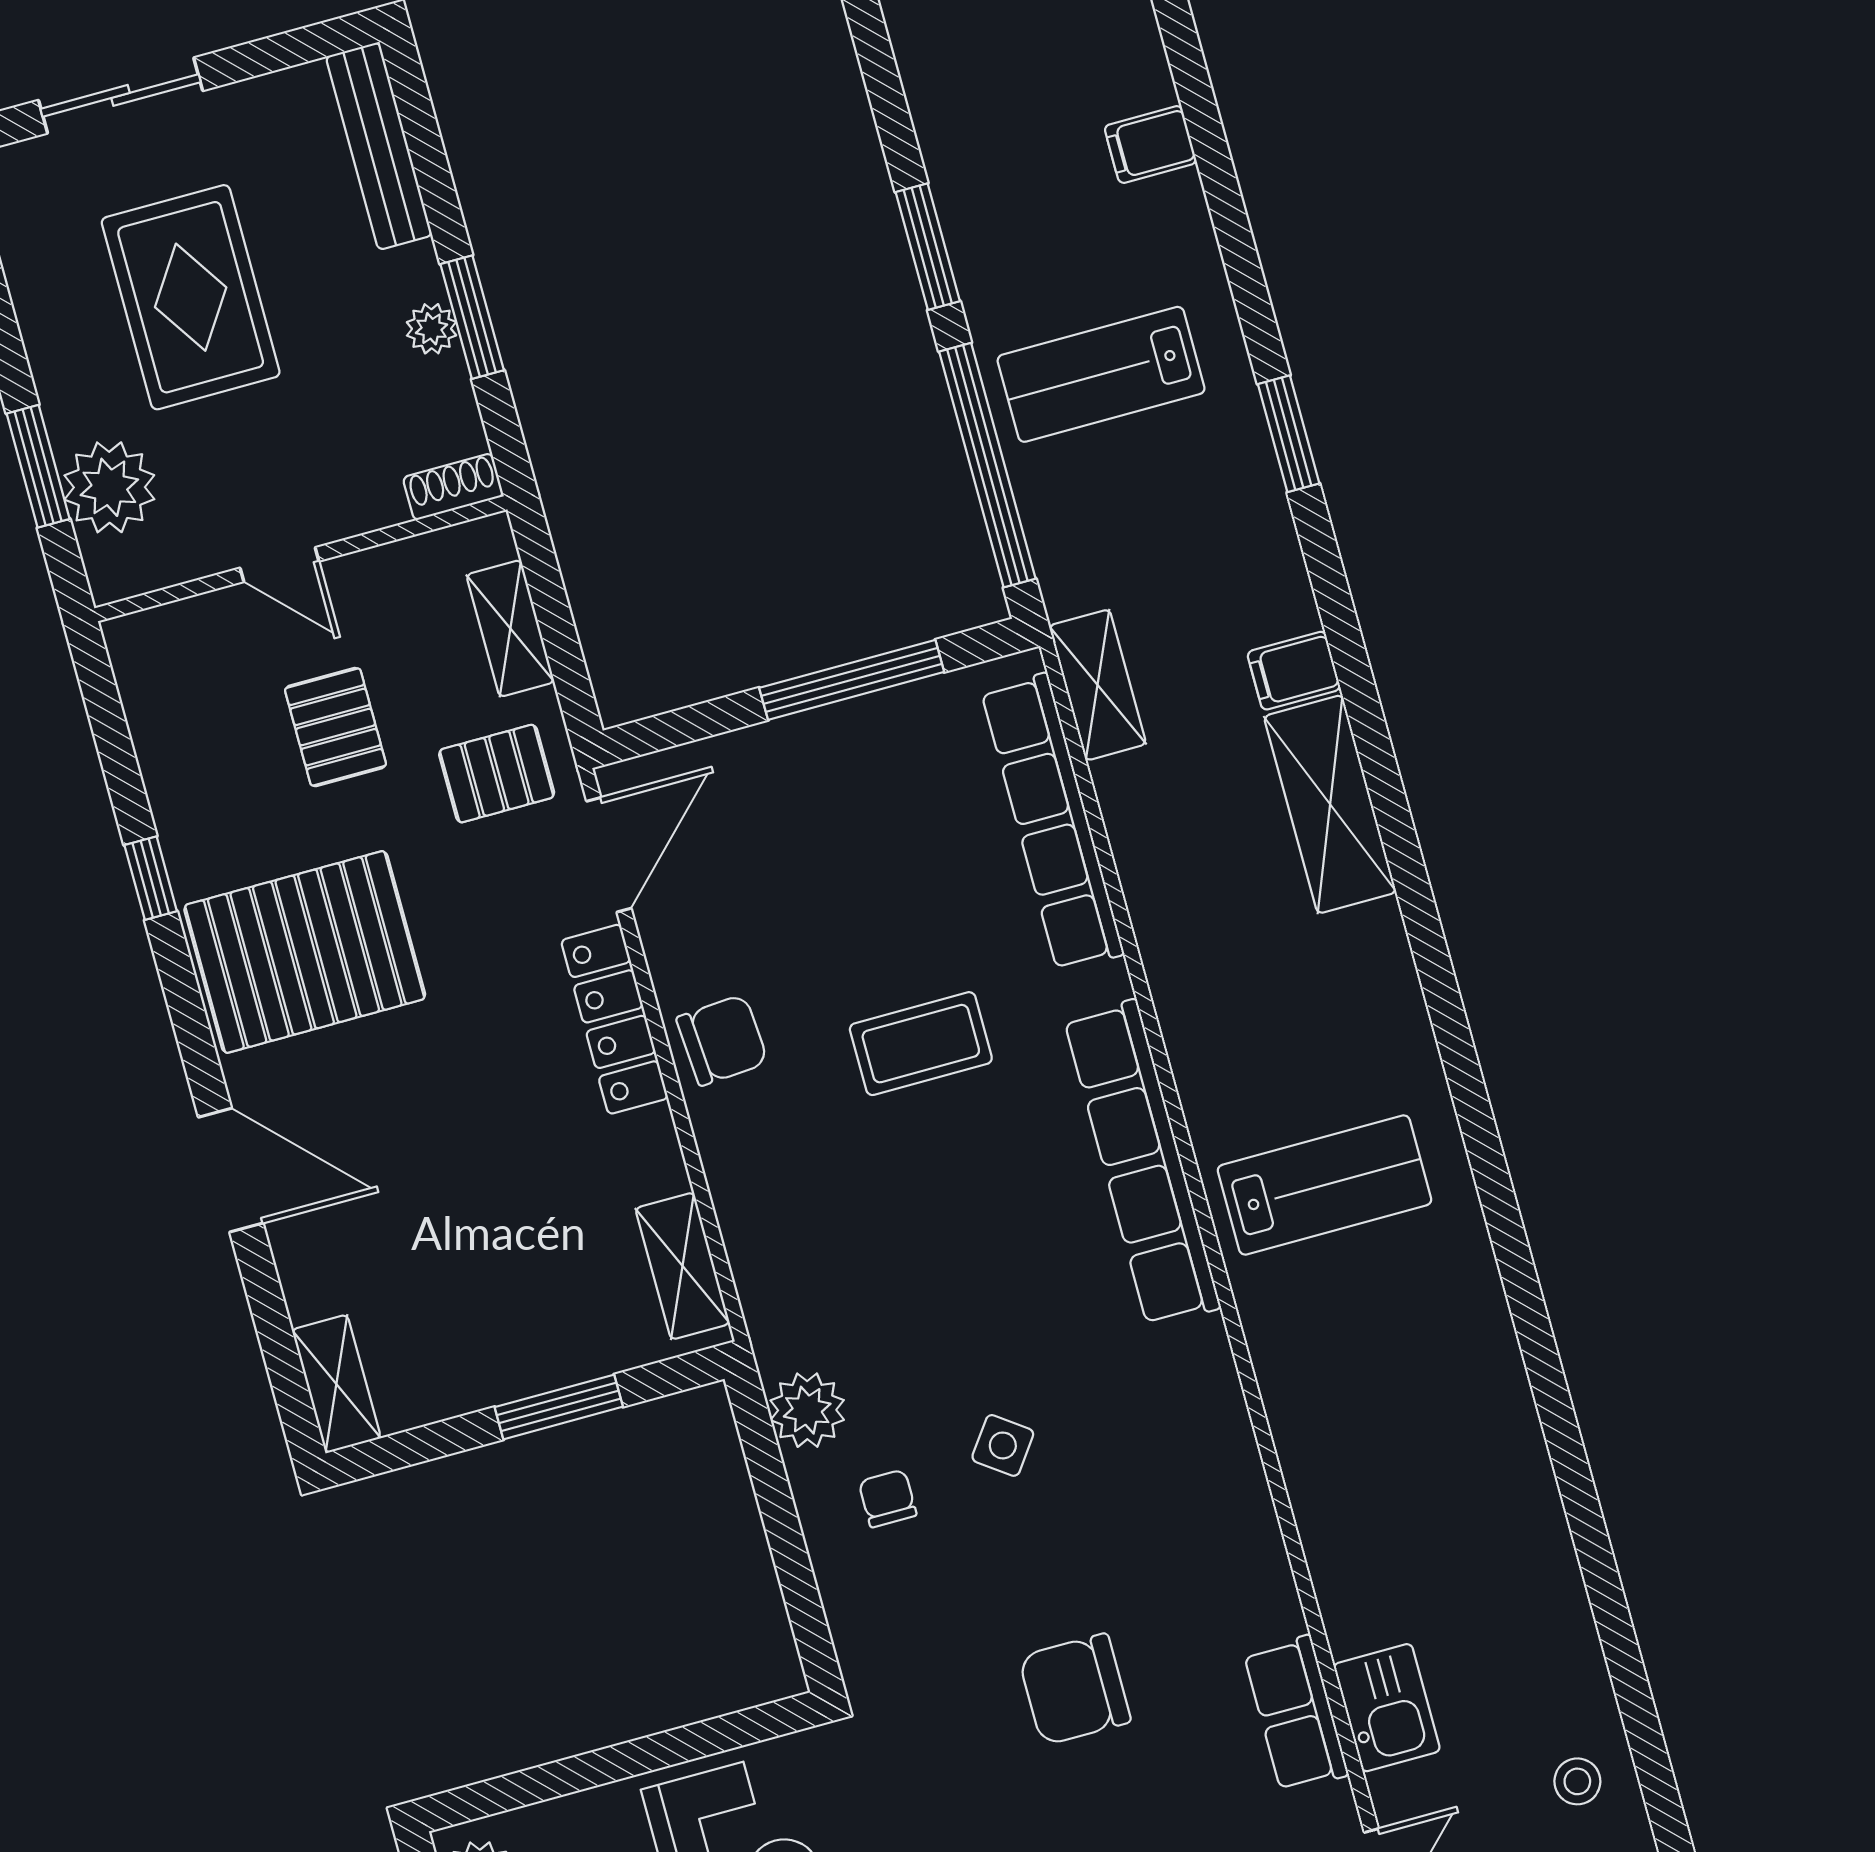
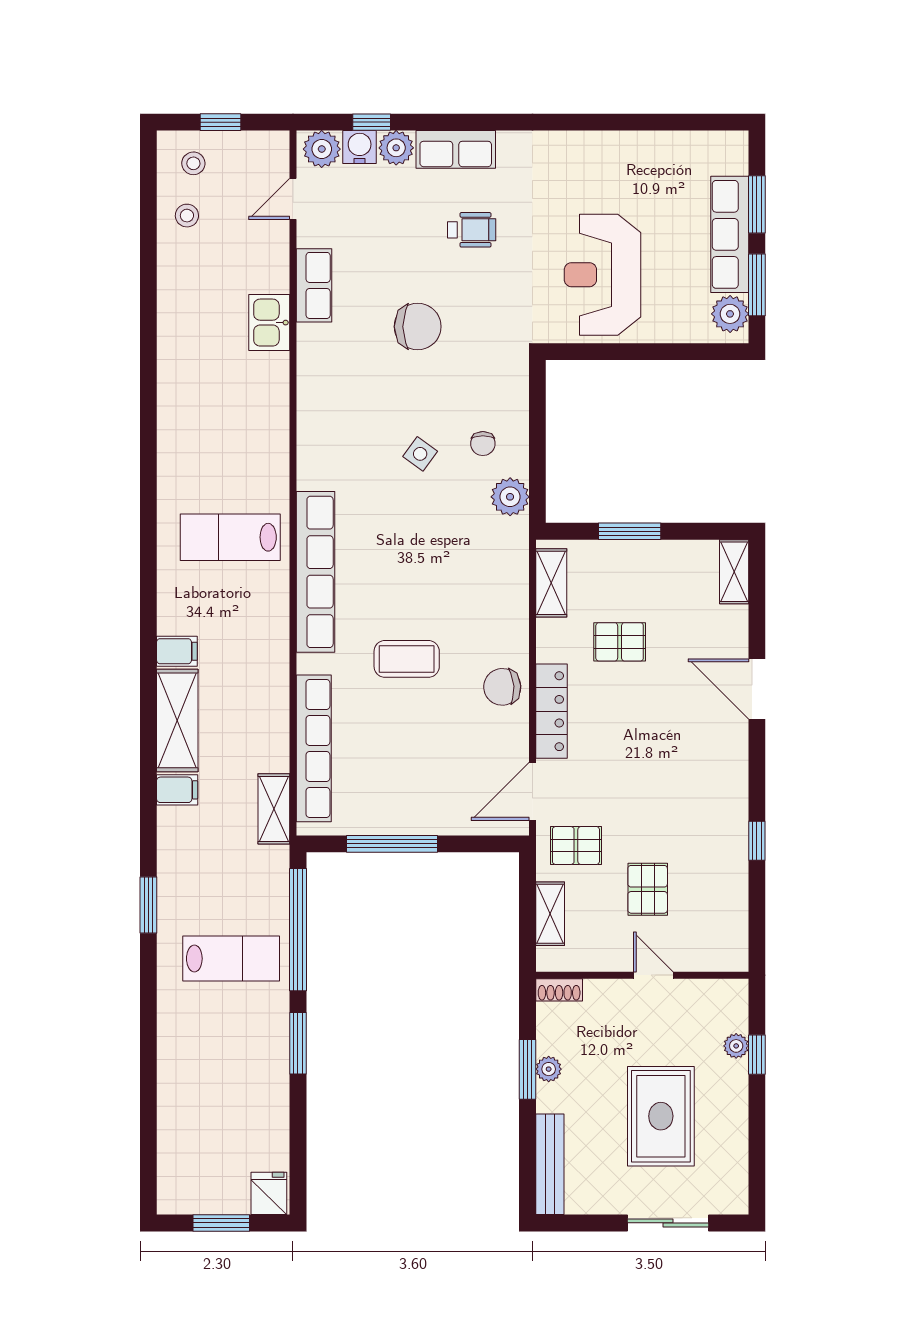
filing cabinet: (1150, 145) -> (177, 651), moved
window: (38, 466) -> (757, 1055), width x0.67
plant: (109, 487) -> (736, 1046), width x0.53, depth x0.53
pallet: (305, 952) -> (620, 642), moved, width x0.49, depth x0.50
kitchen sink: (1387, 1708) -> (269, 323), moved

